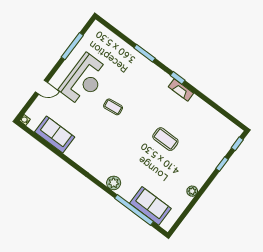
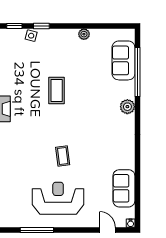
door: (42, 87) -> (107, 230), moved
side table: (221, 151) -> (31, 36), added

